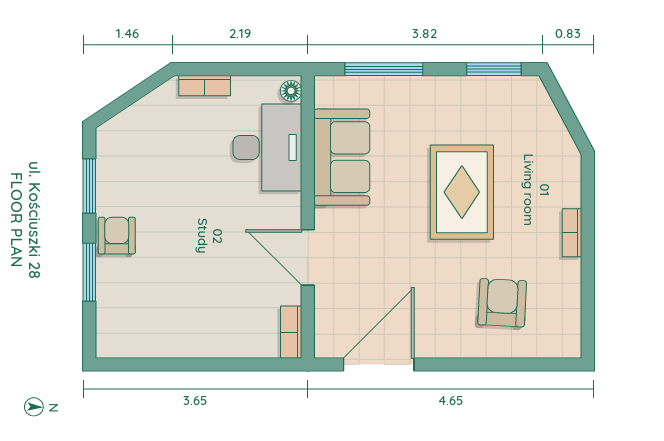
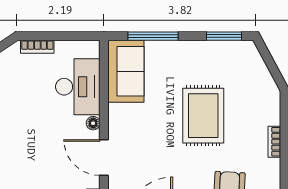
floor lamp: (291, 91) -> (93, 123), moved
sofa: (342, 157) -> (126, 71), moved

